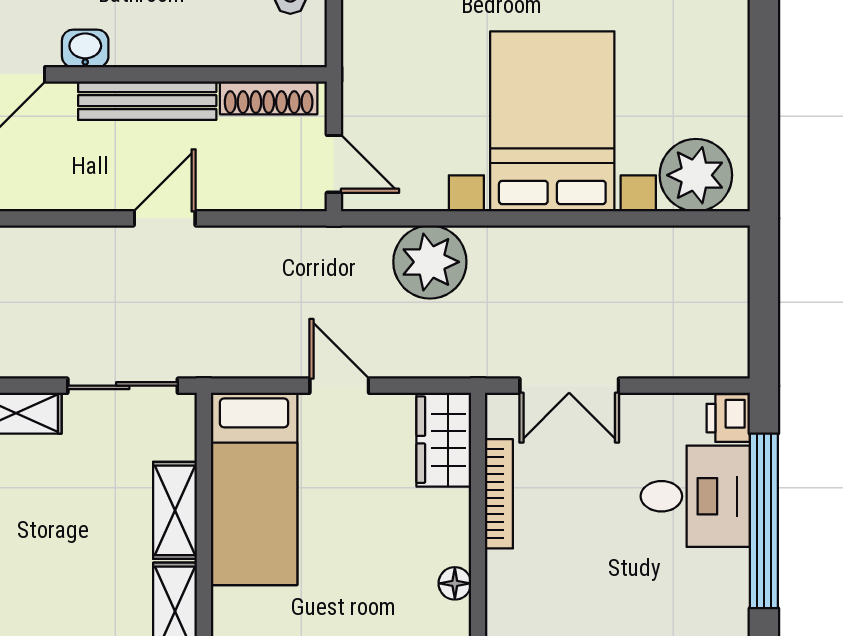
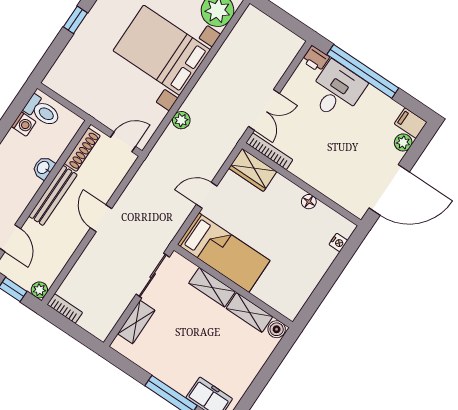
washbasin: (85, 48) -> (43, 168), moved
plant: (430, 262) -> (181, 120), width x0.53, depth x0.53
bookcase: (499, 494) -> (269, 151), moved

